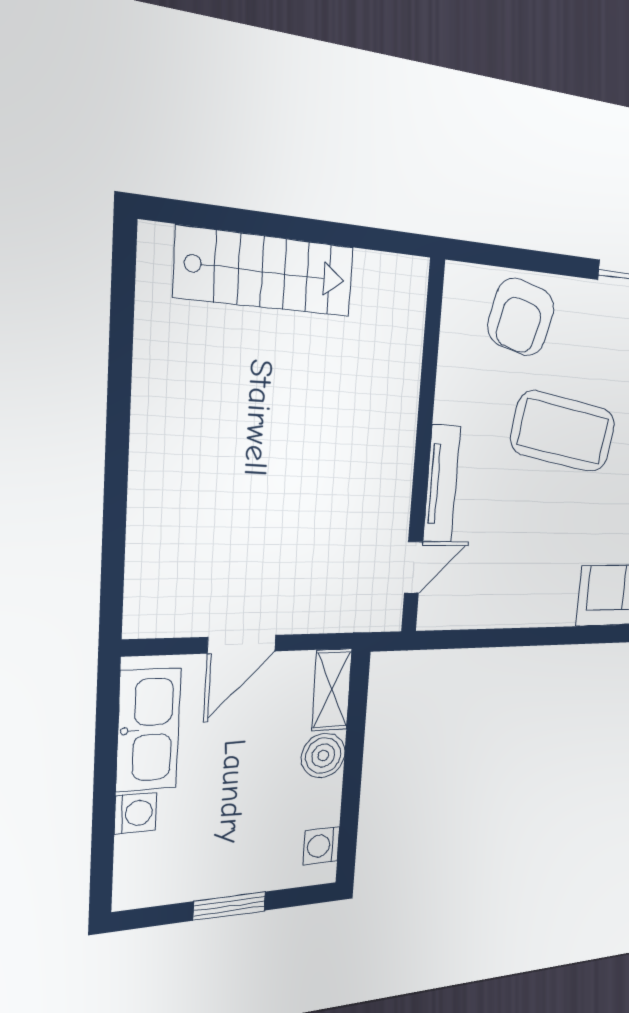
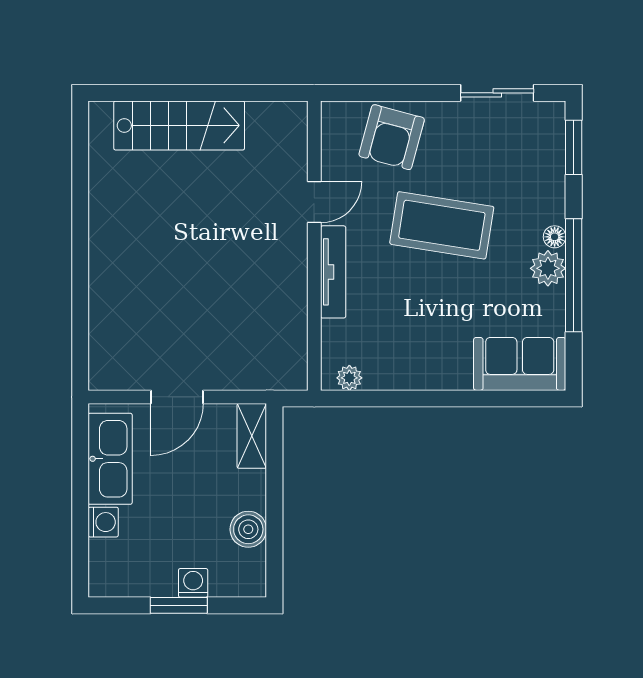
door: (413, 567) -> (314, 202), moved
plant: (449, 615) -> (349, 378), added
boiler: (323, 755) -> (248, 529), moved
washing machine: (321, 846) -> (193, 583), moved, turned 90

